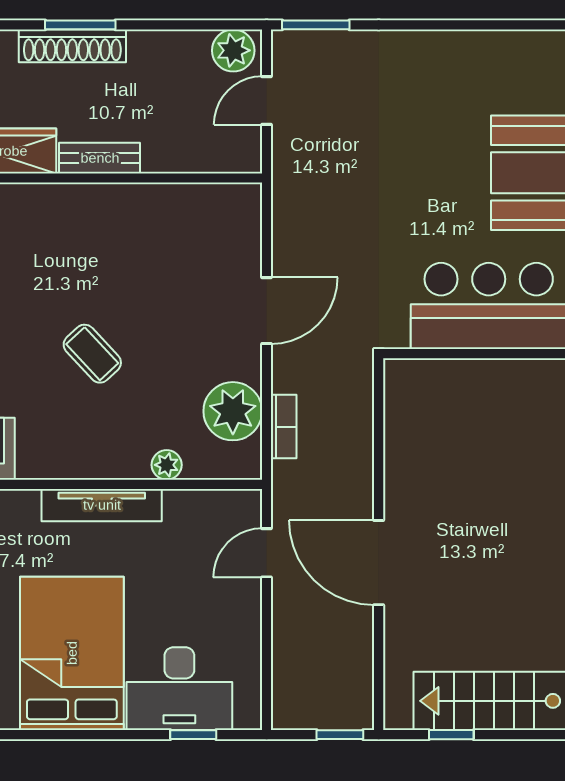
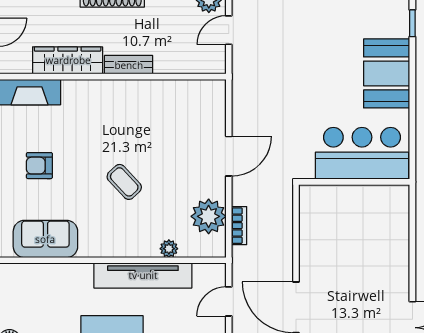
tv unit: (102, 505) -> (143, 275), width x1.36, depth x1.29

